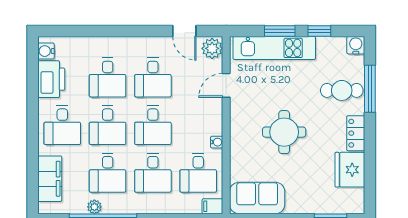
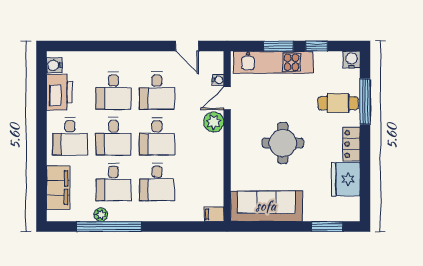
plant: (212, 48) -> (214, 122), moved
water cooler: (217, 142) -> (218, 80), moved
desk: (198, 173) -> (200, 182), removed
sofa: (257, 198) -> (266, 206), width x1.36

